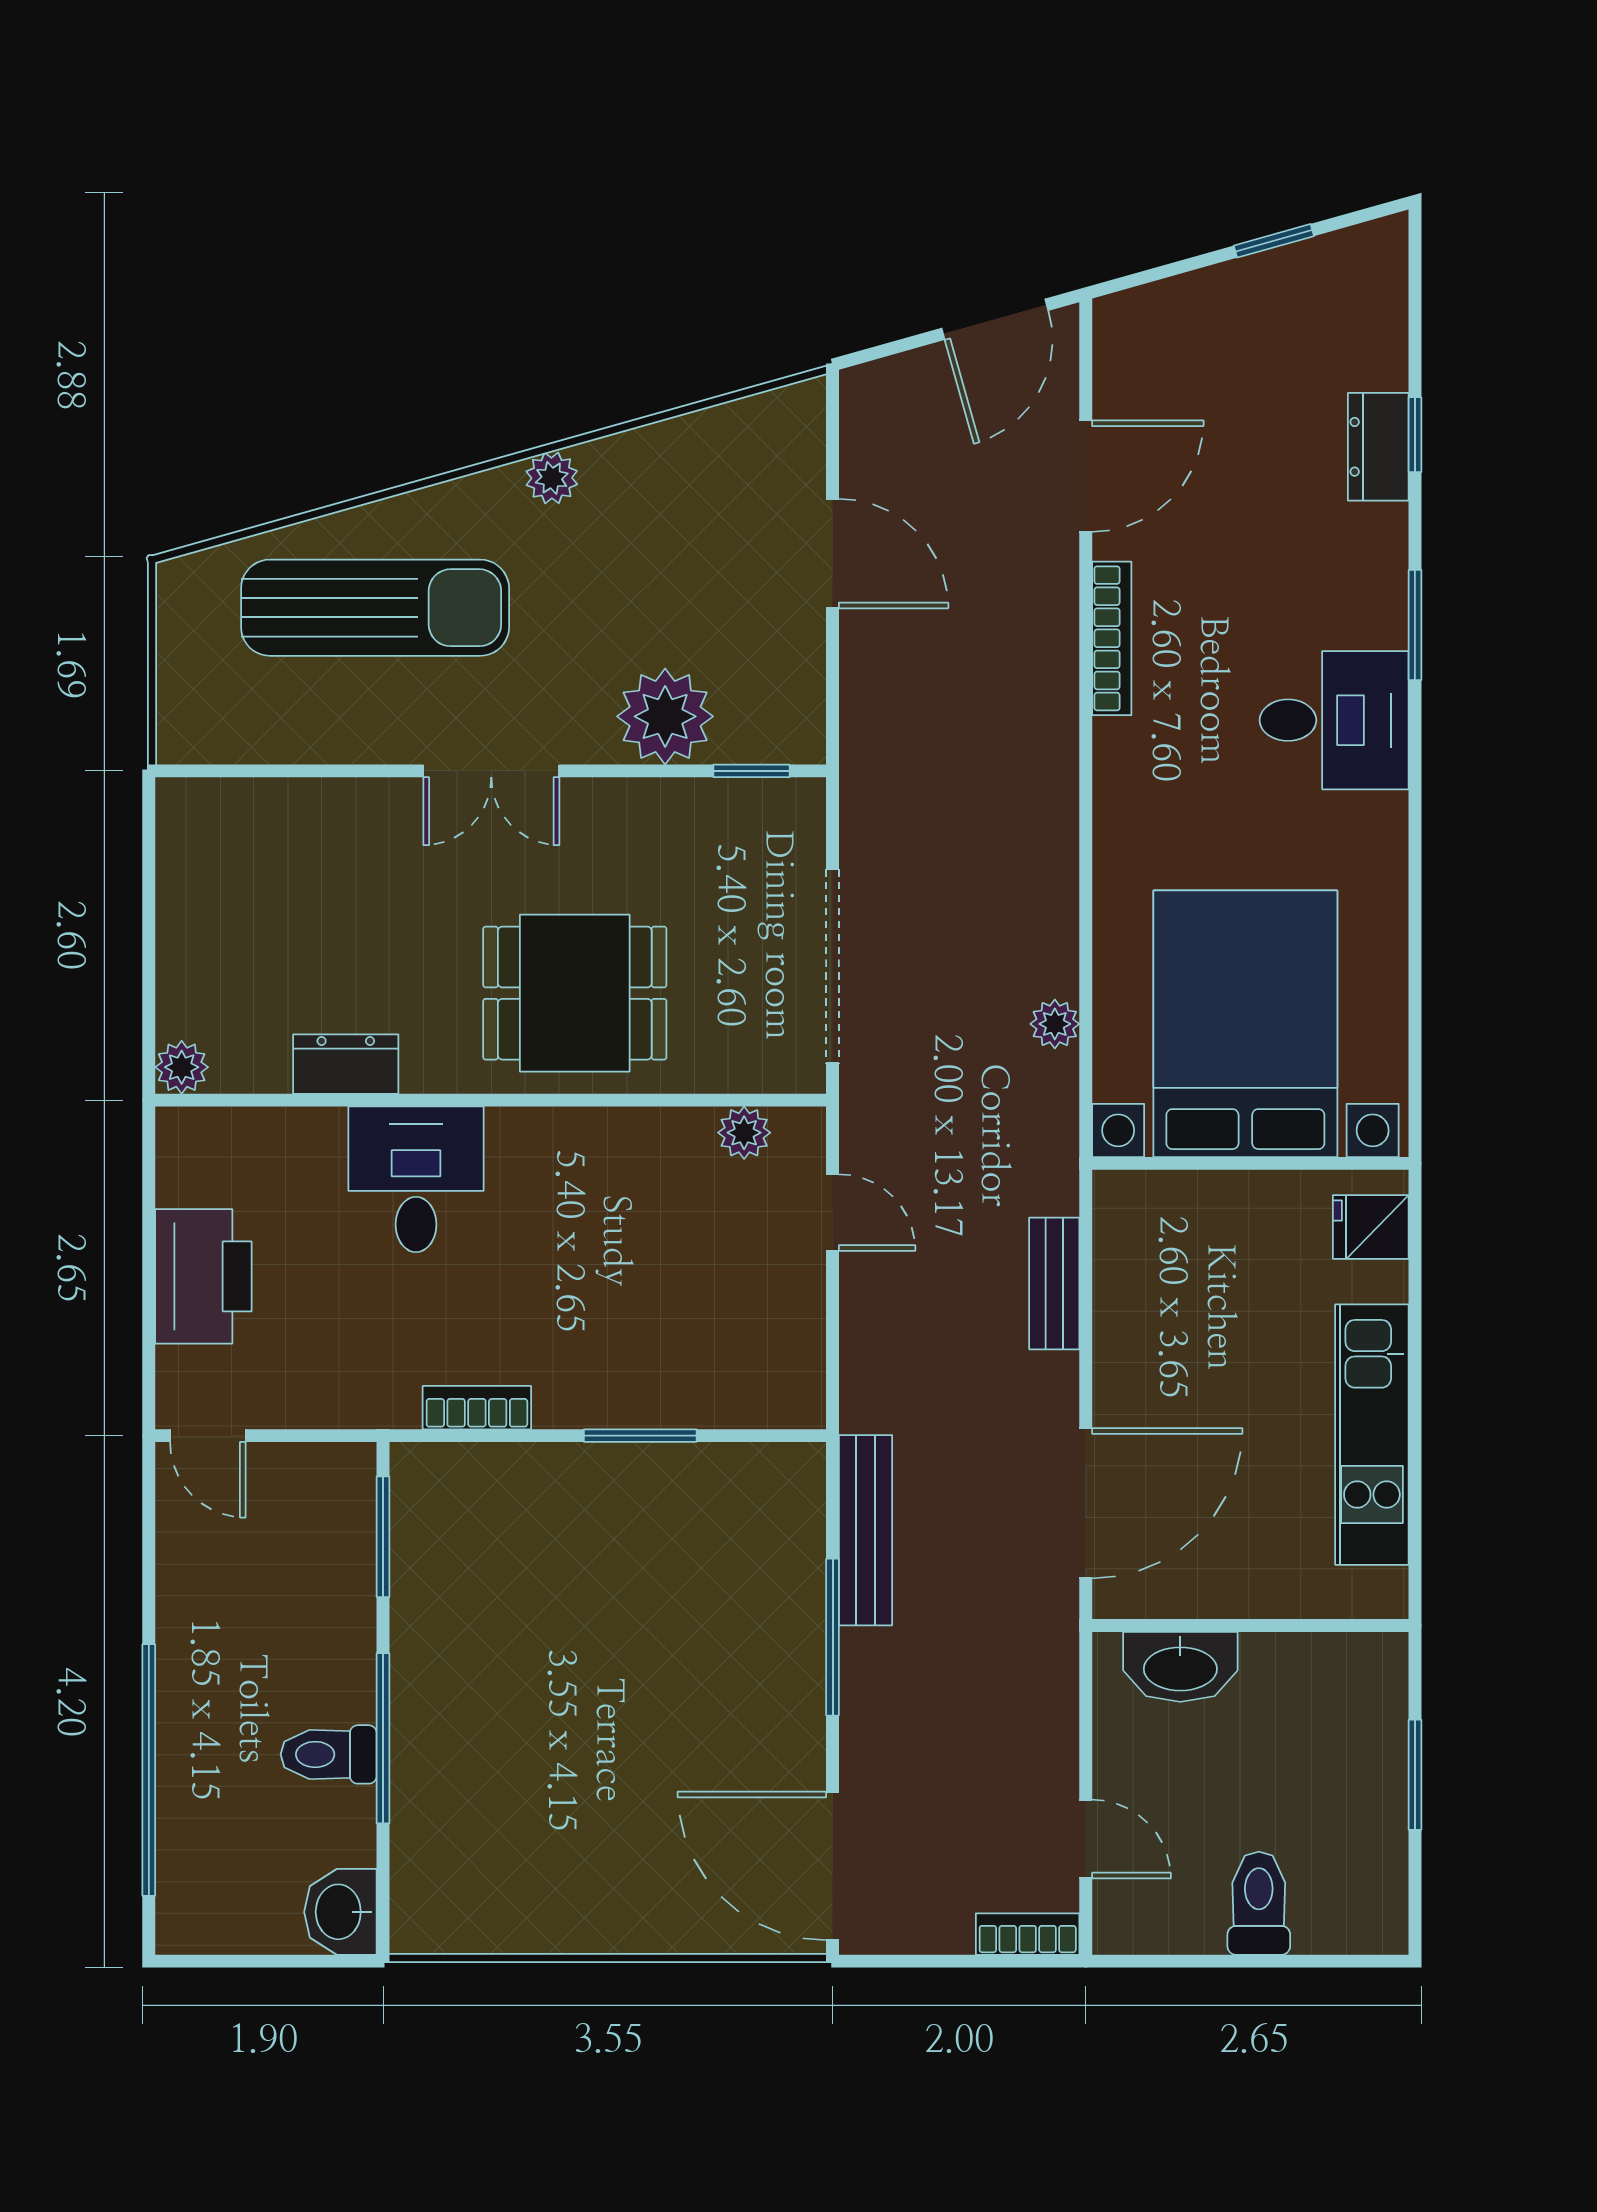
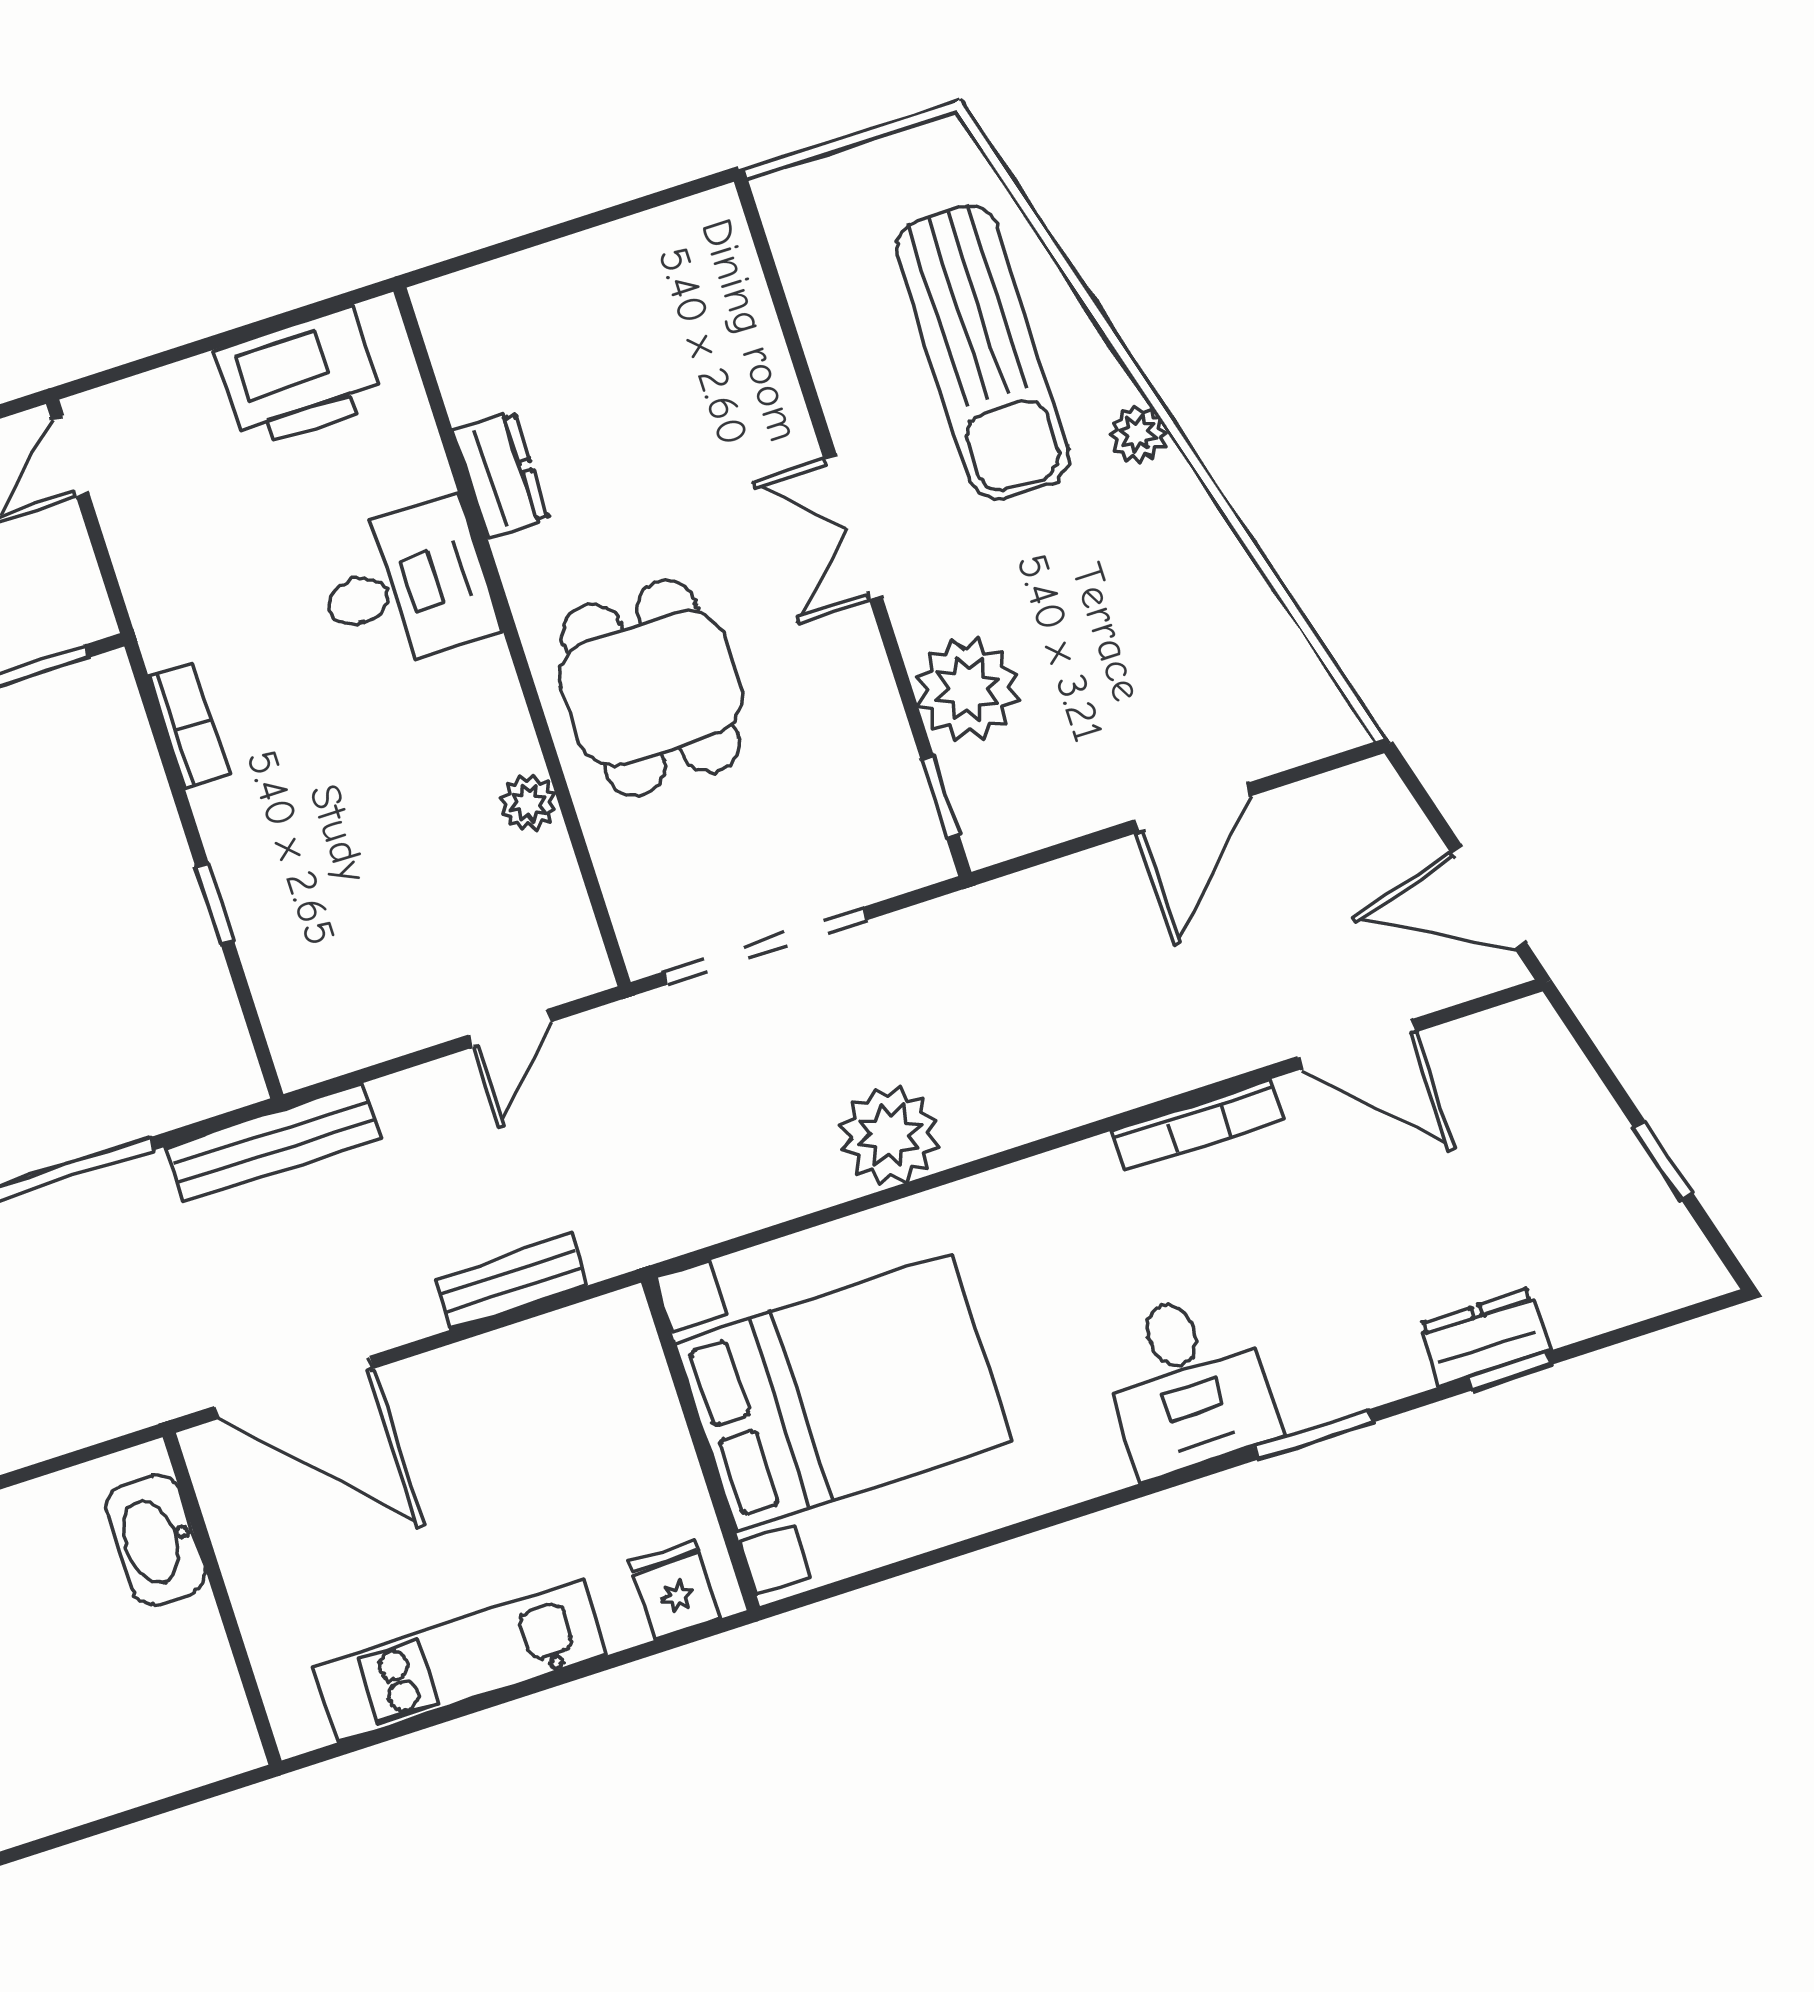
plant: (552, 478) -> (1138, 434), moved
plant: (1055, 1024) -> (889, 1135), moved, width x1.88, depth x1.88
plant: (182, 1067) -> (443, 306), removed
plant: (744, 1133) -> (528, 803), moved
printer: (203, 1276) -> (299, 377), moved
window: (640, 1436) -> (215, 904), width x0.67
bench: (865, 1530) -> (273, 1142), moved
window: (1415, 1775) -> (123, 1819), removed

